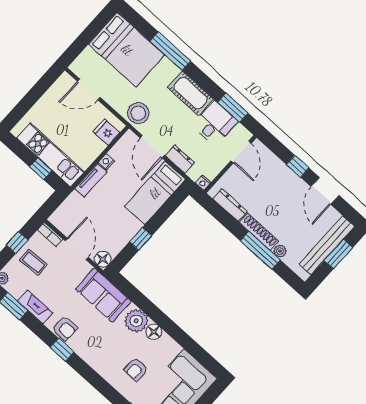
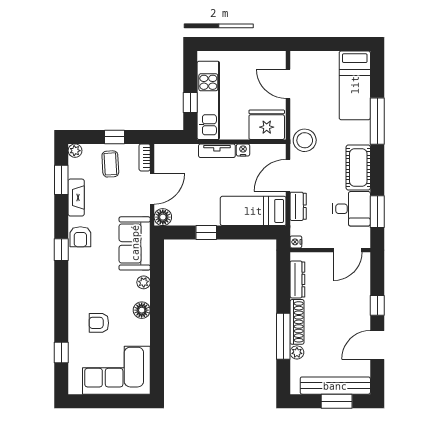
bed: (127, 50) -> (355, 85), width x0.67
fridge: (106, 132) -> (267, 125), width x1.88, depth x1.34
plant: (136, 321) -> (144, 282), width x0.53, depth x0.53

